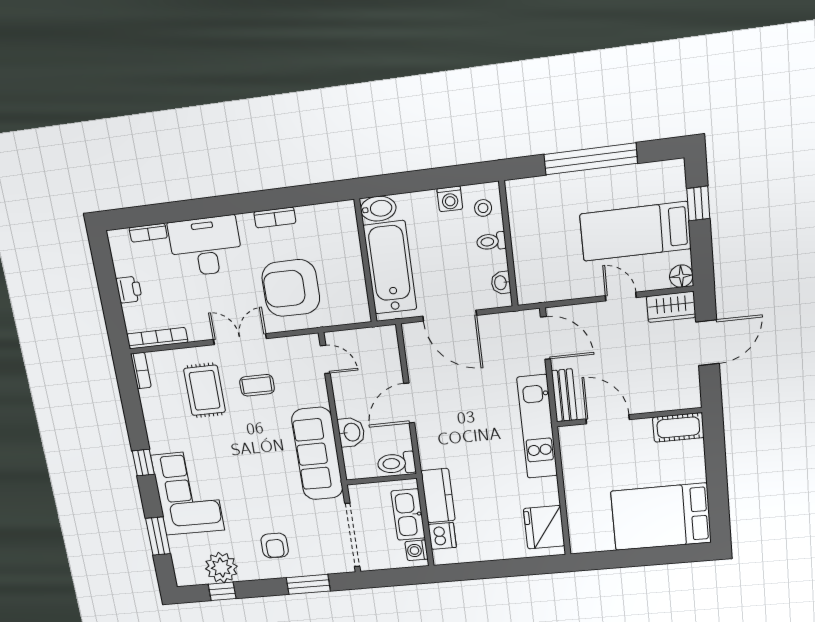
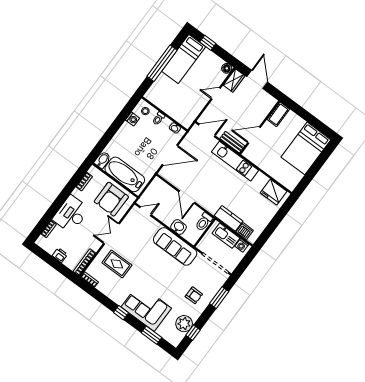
bidet: (378, 209) -> (102, 160), moved
bed: (635, 231) -> (184, 59), moved
wall: (365, 261) -> (115, 180), moved
bathtub: (390, 268) -> (125, 174), moved
coffee table: (257, 385) -> (132, 244), removed

